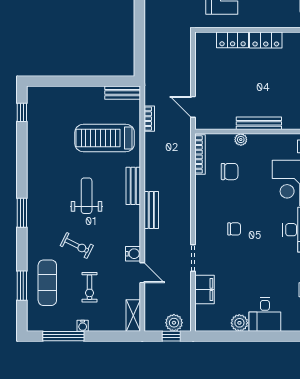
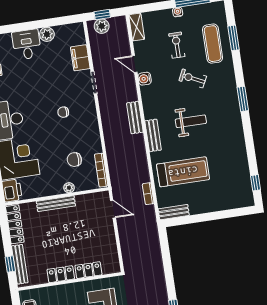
weight bench: (87, 196) -> (191, 121), turned -90

